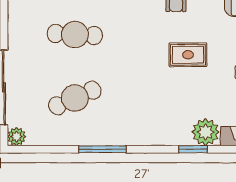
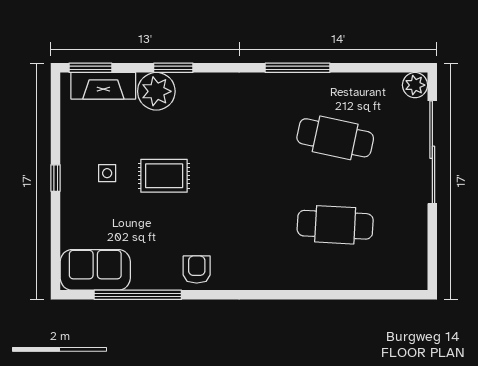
rug: (188, 55) -> (164, 176), moved
cafe table: (75, 98) -> (335, 138), turned 36

